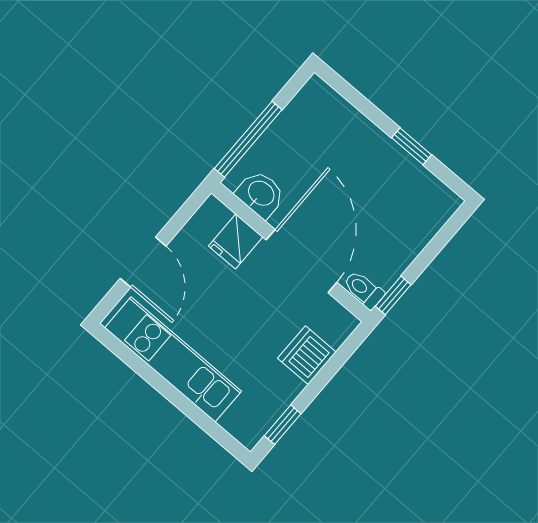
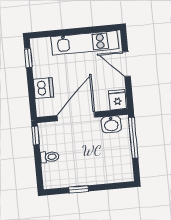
fridge: (236, 241) -> (118, 100), moved
door: (302, 261) -> (76, 116), swing flipped
toilet: (364, 290) -> (50, 157), moved

